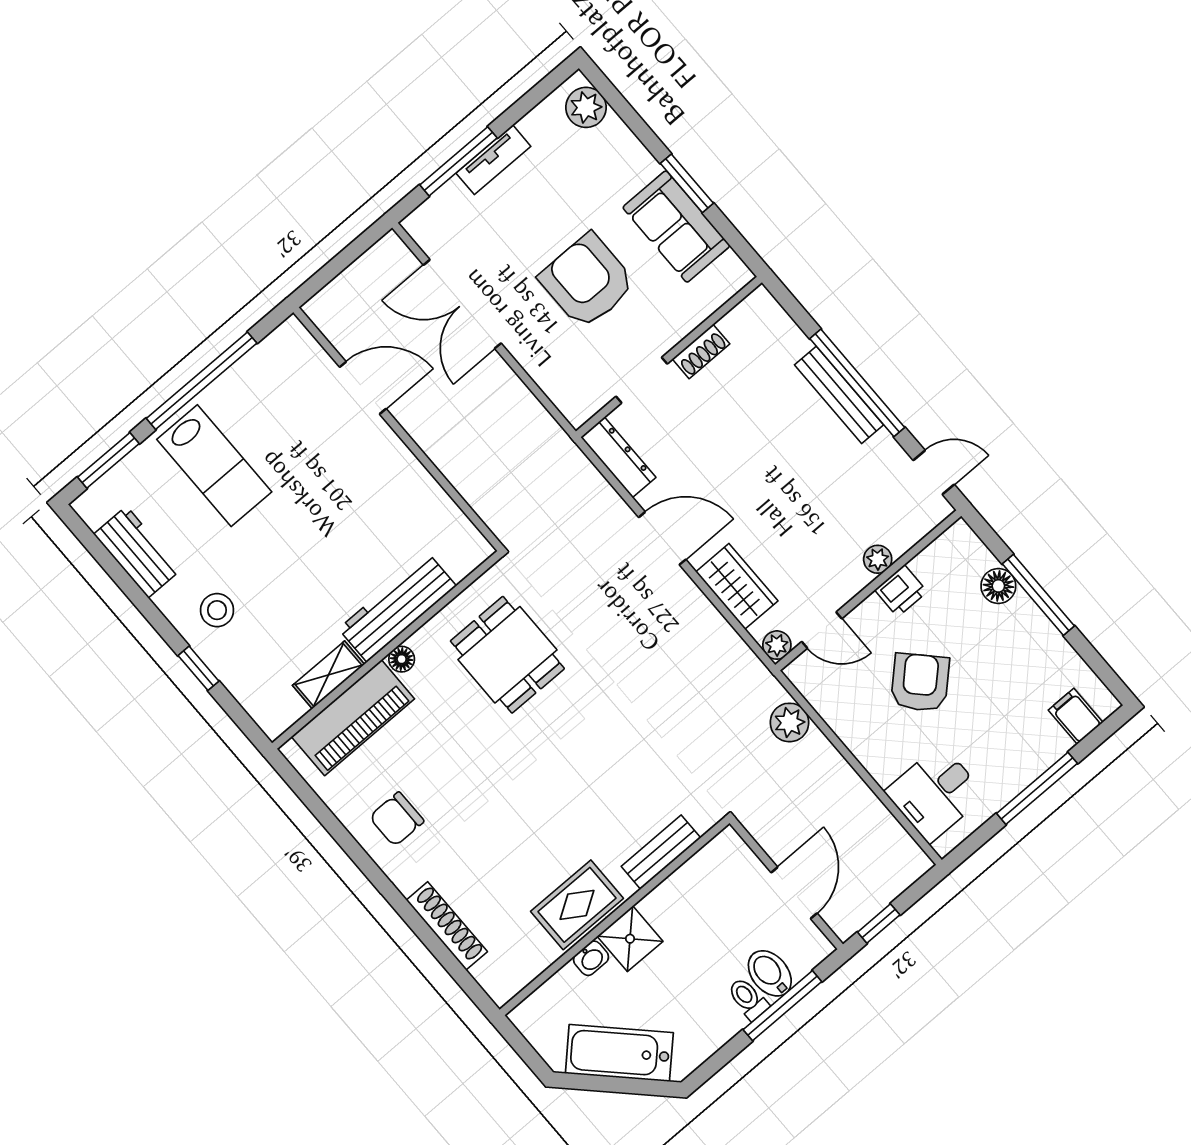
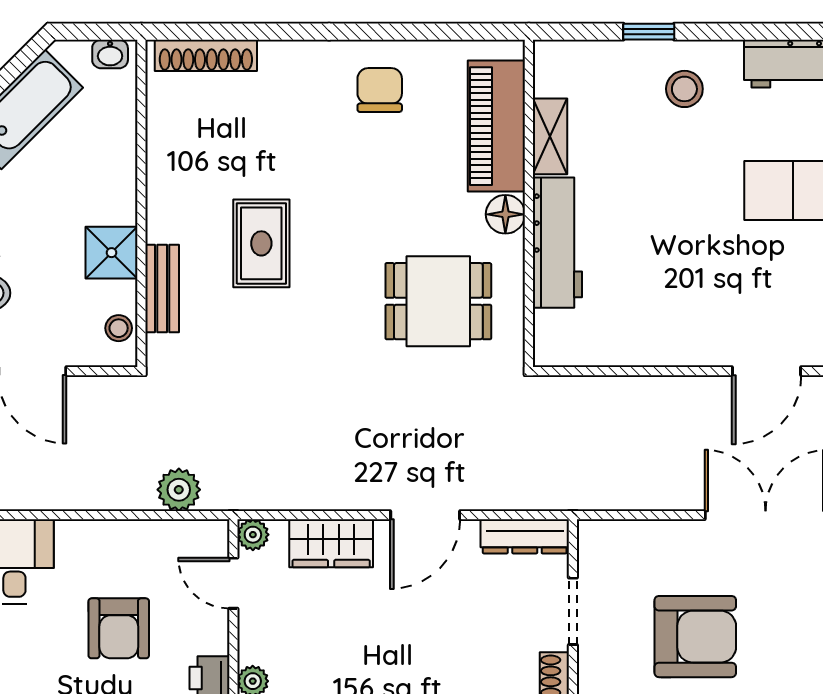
door: (822, 630) -> (233, 583), hinge flipped
floor lamp: (402, 659) -> (505, 214), width x1.37, depth x1.37
armchair: (920, 682) -> (119, 628), turned 44
stool: (714, 859) -> (119, 328), added
rug: (577, 905) -> (261, 243), moved
shoe rack: (447, 926) -> (206, 55), moved
shower: (630, 939) -> (112, 253), moved
washbasin: (591, 958) -> (110, 54), moved, turned -90

